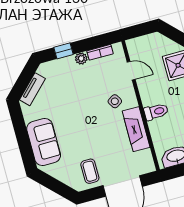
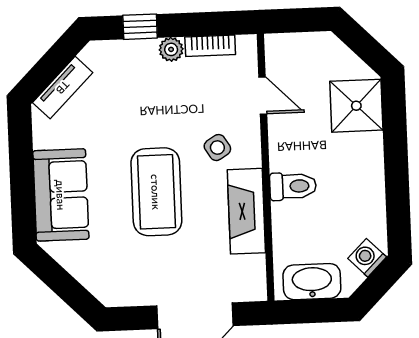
coffee table: (90, 171) -> (156, 192), moved, width x1.86, depth x1.72

